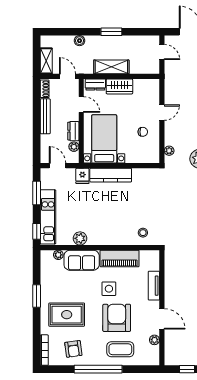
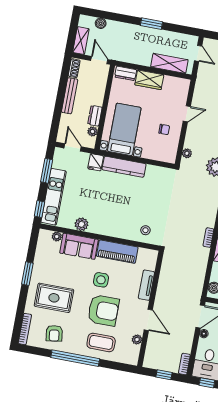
boiler: (80, 41) -> (101, 23), moved
shelving: (111, 67) -> (169, 63), moved
door: (81, 105) -> (108, 91), removed
armchair: (117, 318) -> (103, 310), turned 90

